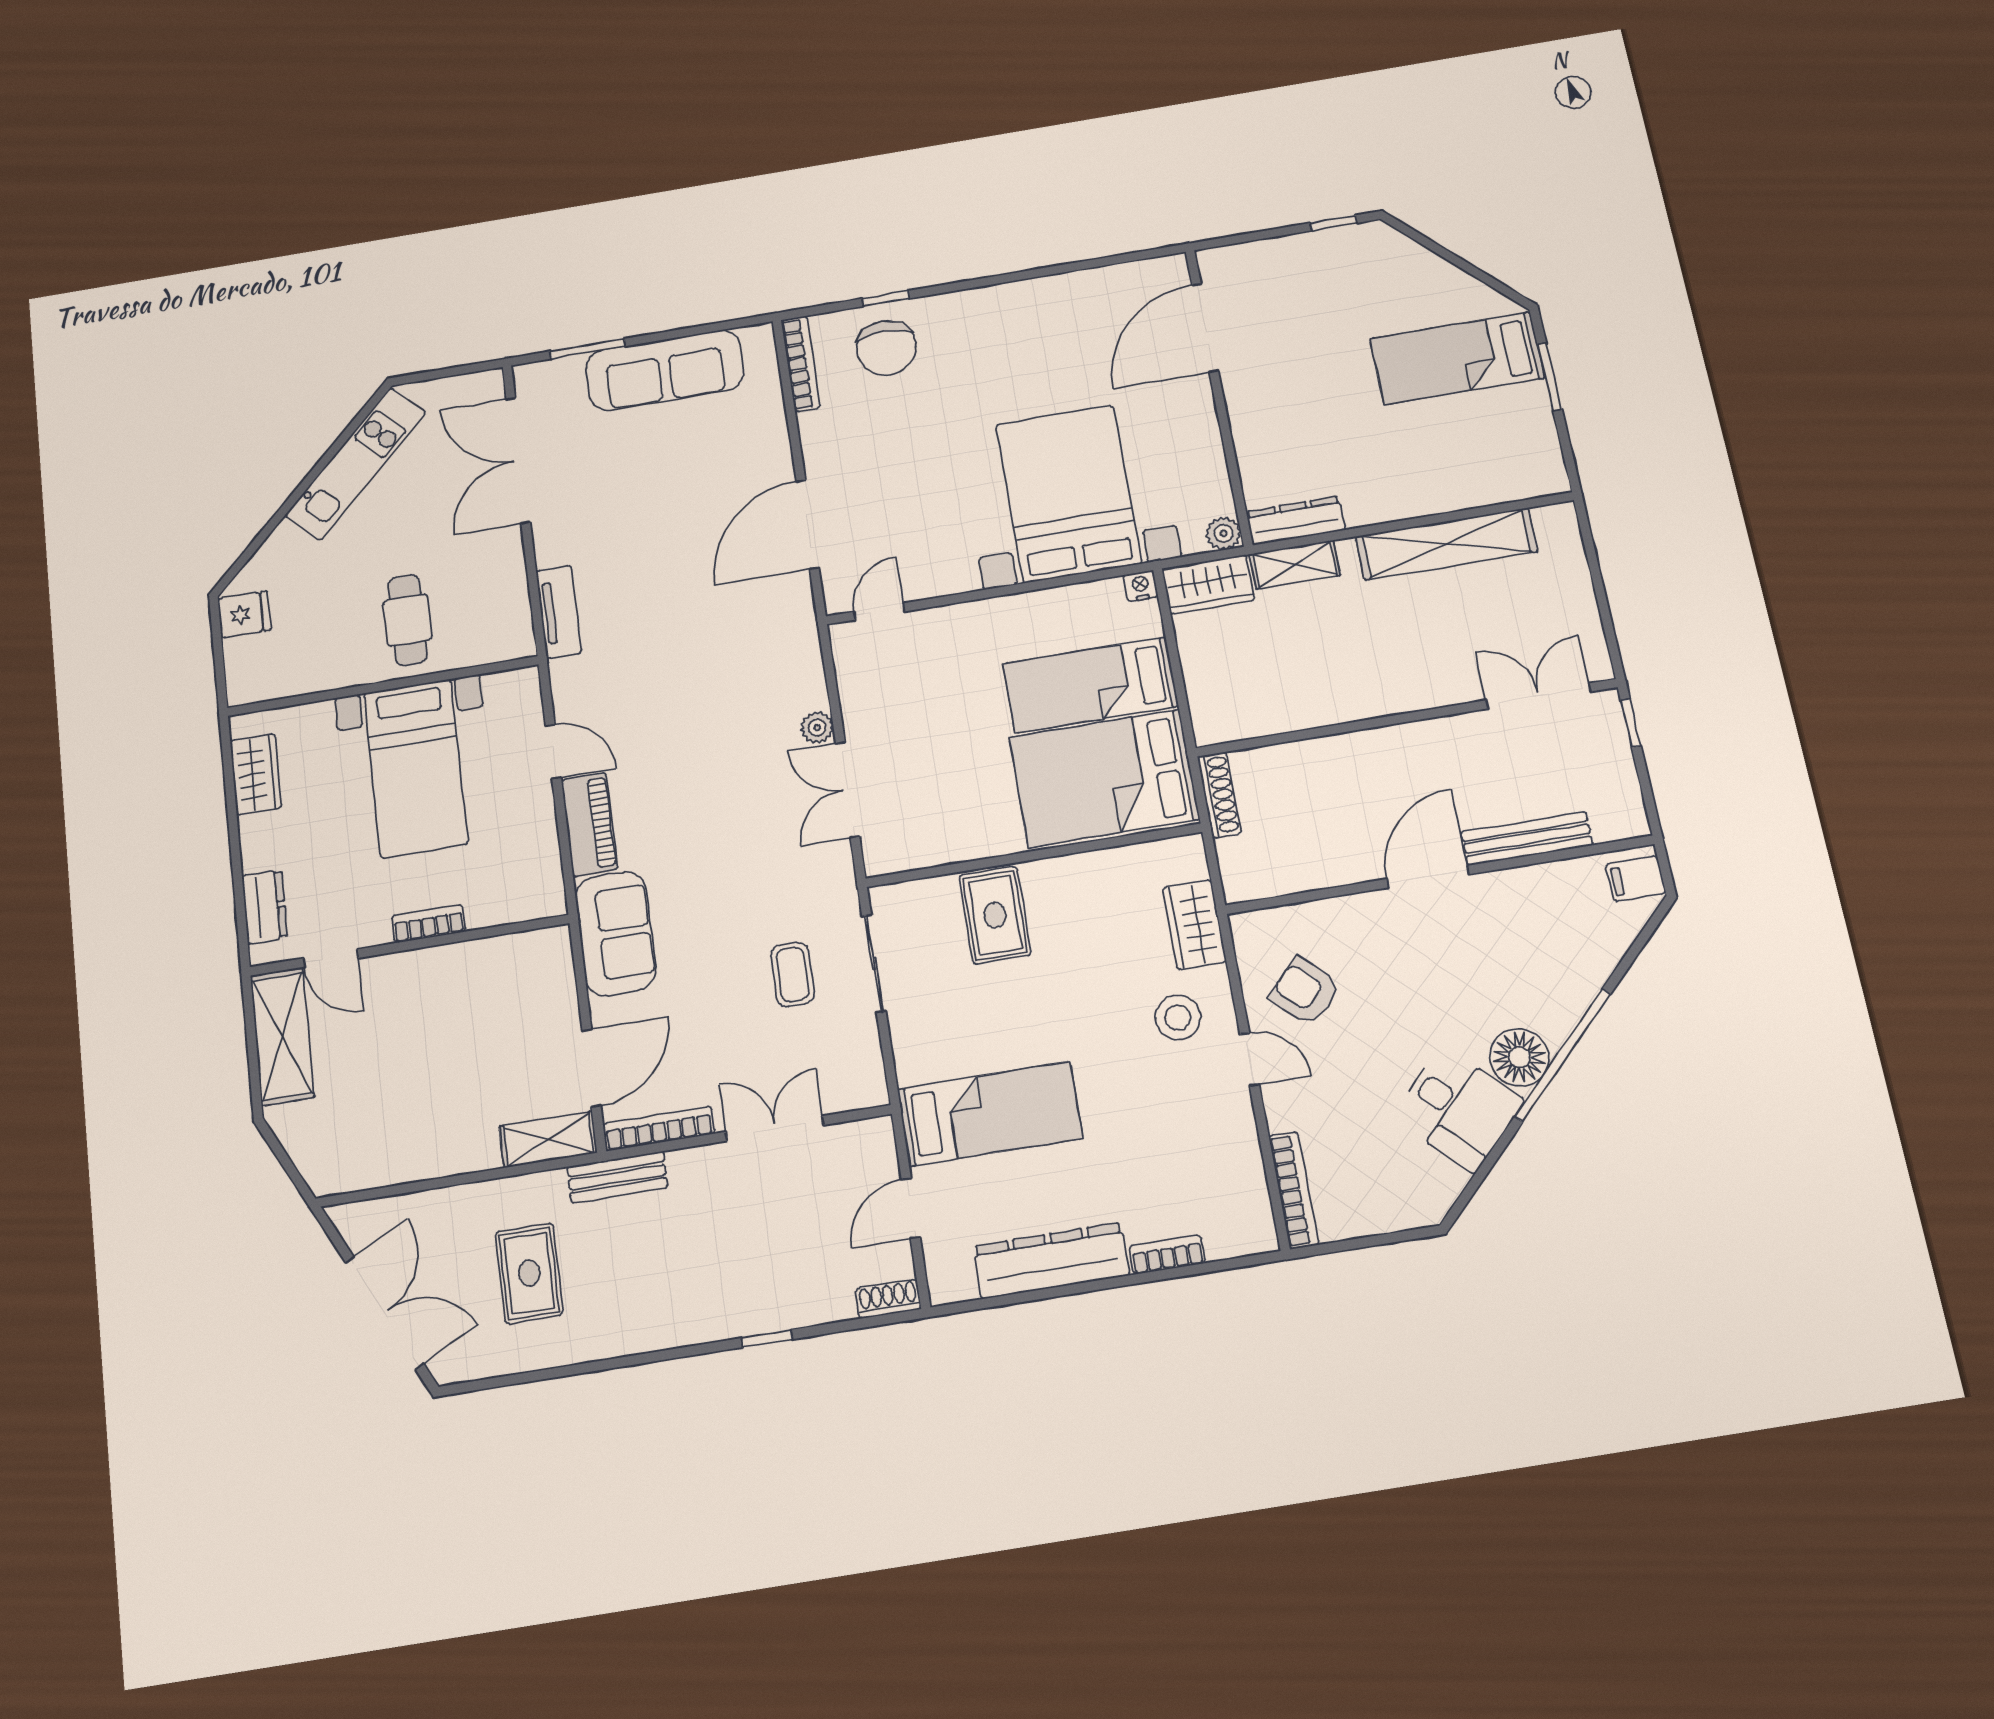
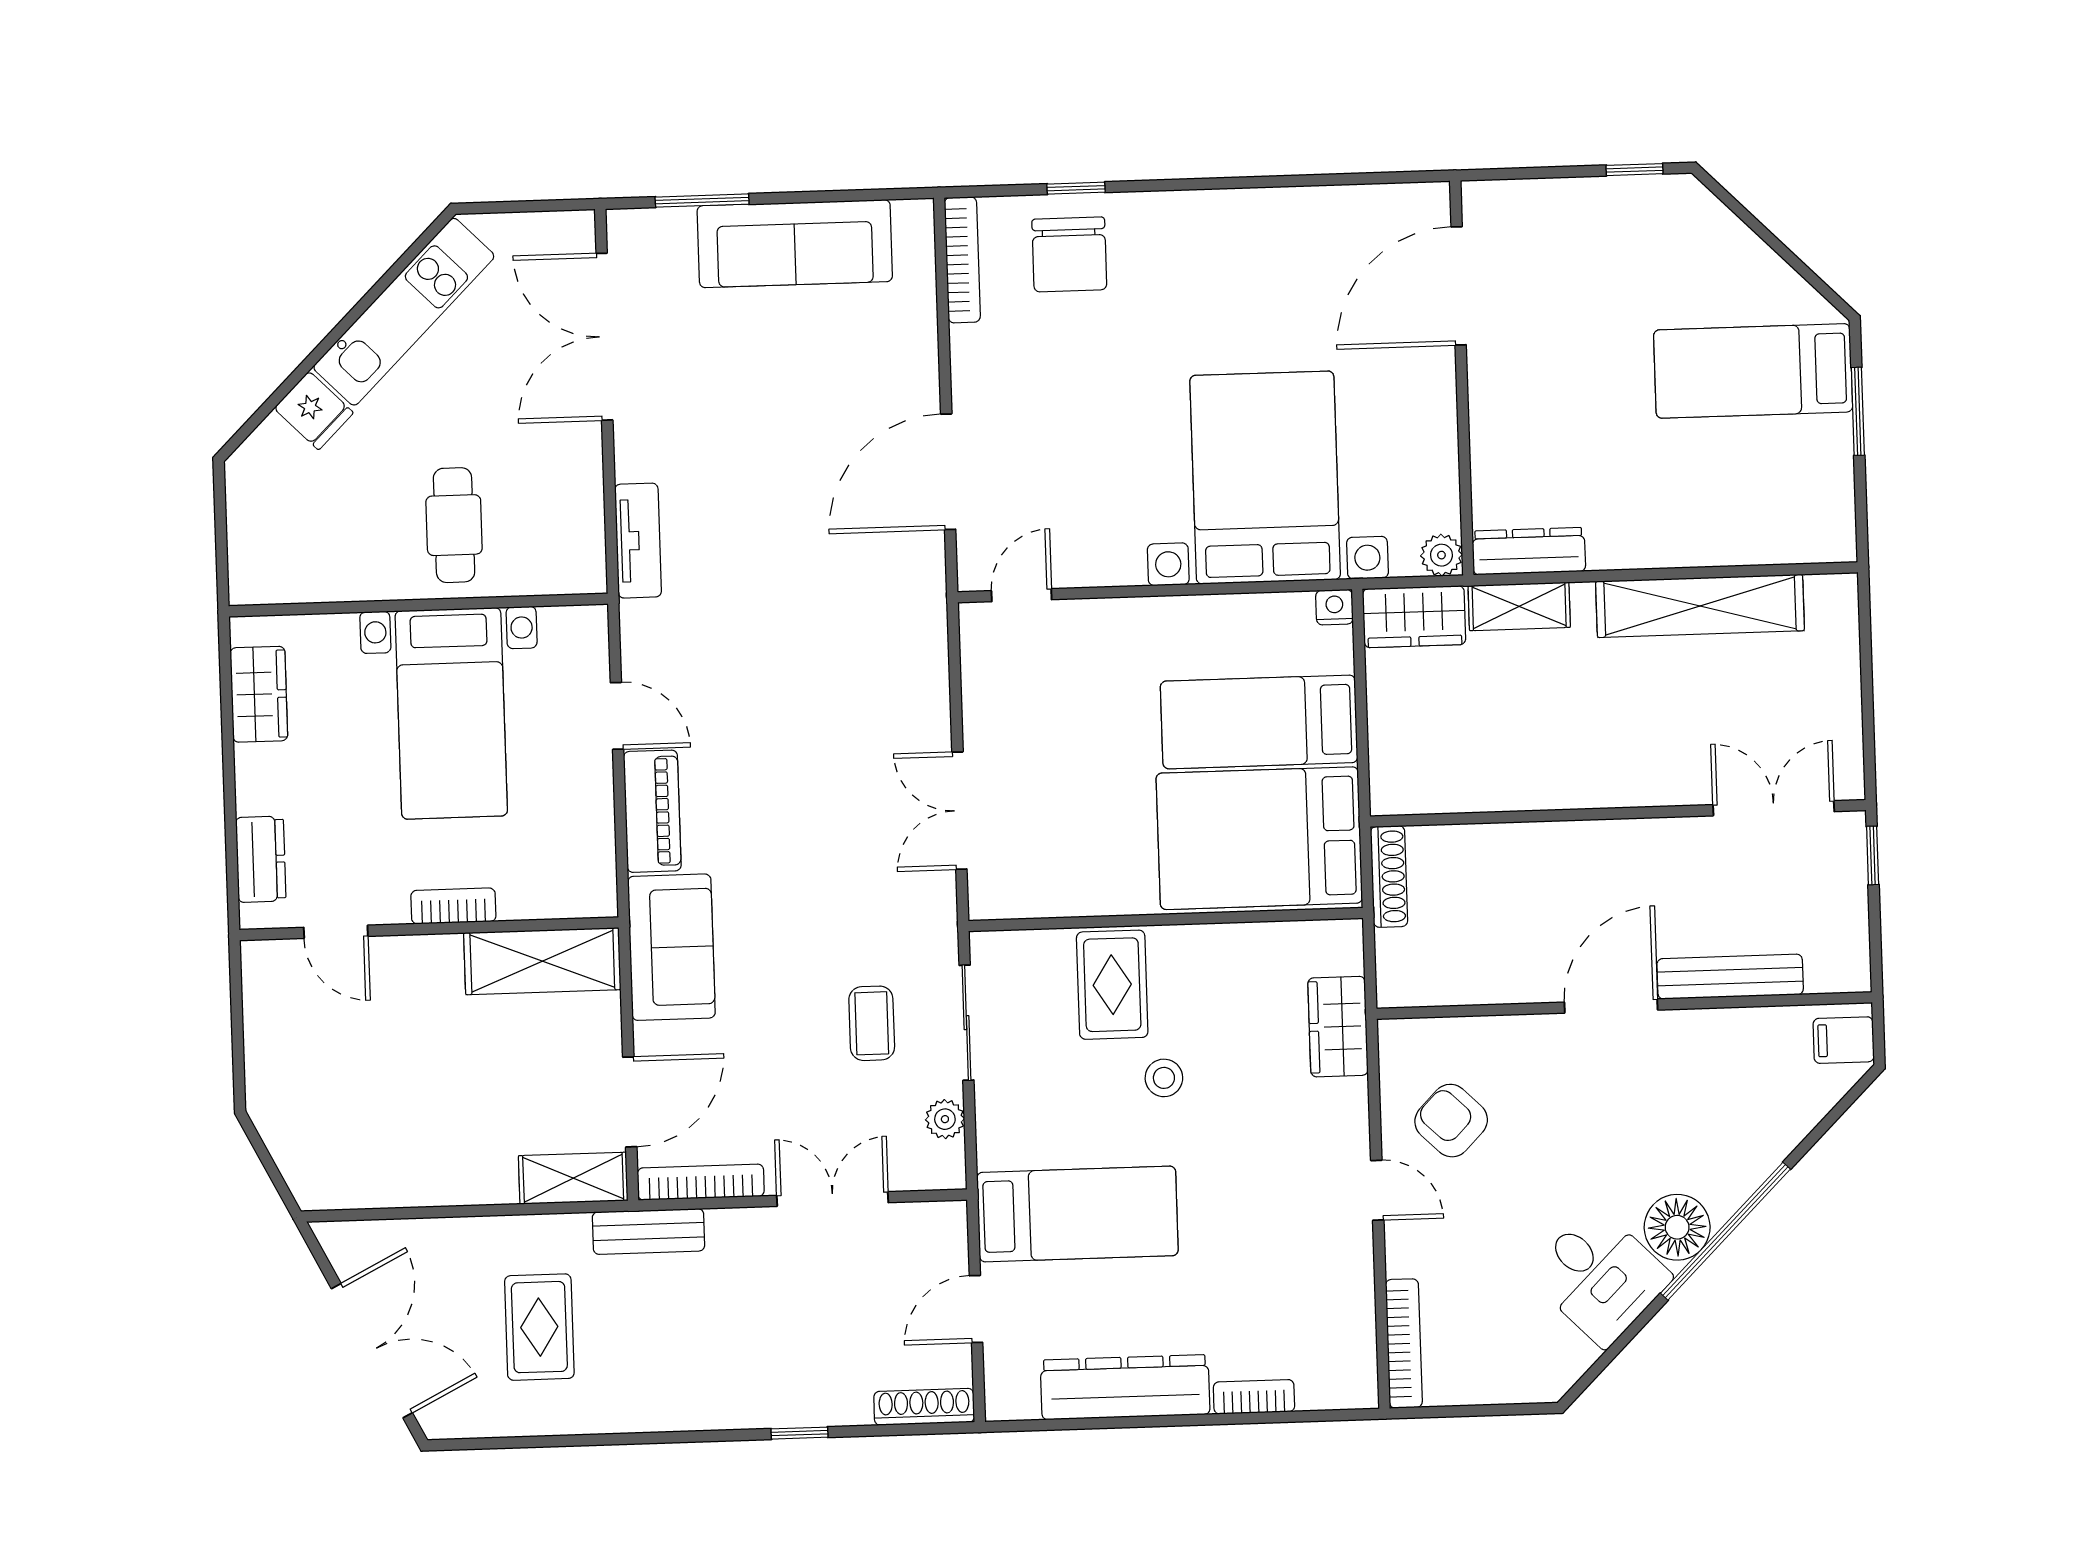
fridge: (244, 614) -> (314, 410), moved, turned 45
plant: (817, 727) -> (945, 1119), moved
stool: (1178, 1017) -> (1164, 1078), moved, width x0.73, depth x0.73
shelving: (282, 1037) -> (542, 961), moved, turned 90
shoe rack: (888, 1299) -> (924, 1407), width x1.43

